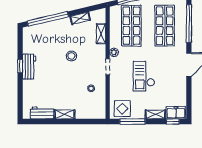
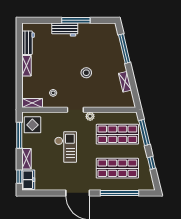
window: (48, 19) -> (124, 49), width x0.68
shelving: (101, 34) -> (32, 103), moved
window: (20, 66) -> (76, 20), width x2.17
workbench: (29, 67) -> (65, 29), moved
checkout: (144, 76) -> (66, 147), turned 90

